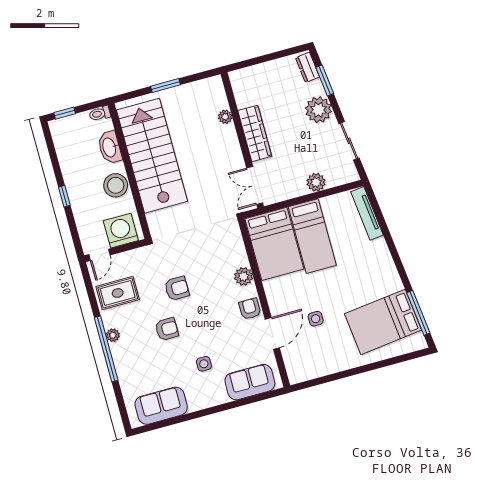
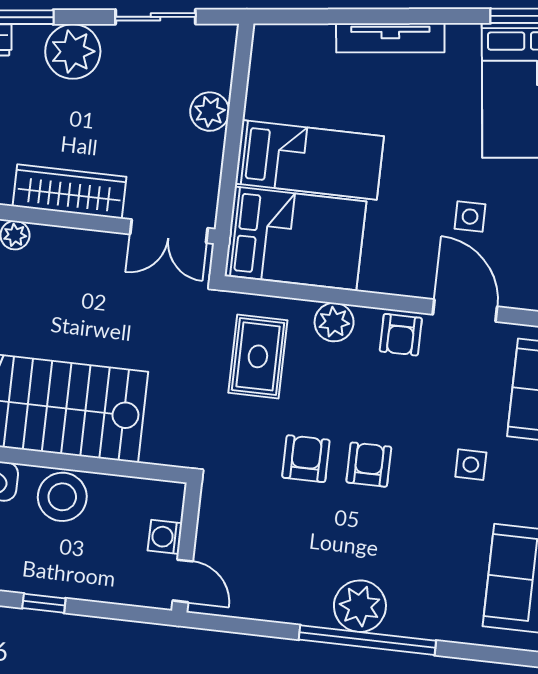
tv unit: (367, 213) -> (390, 38), moved
washing machine: (121, 231) -> (165, 537), width x0.53, depth x0.53
rug: (118, 293) -> (258, 356), moved
armchair: (250, 309) -> (401, 335), turned -90
armchair: (167, 329) -> (369, 465), moved
plant: (113, 335) -> (360, 606), width x1.88, depth x1.88

